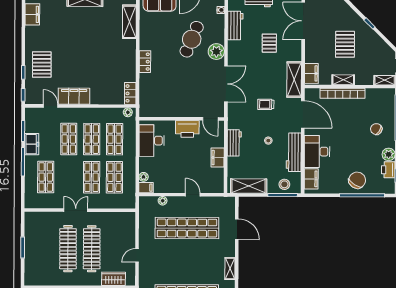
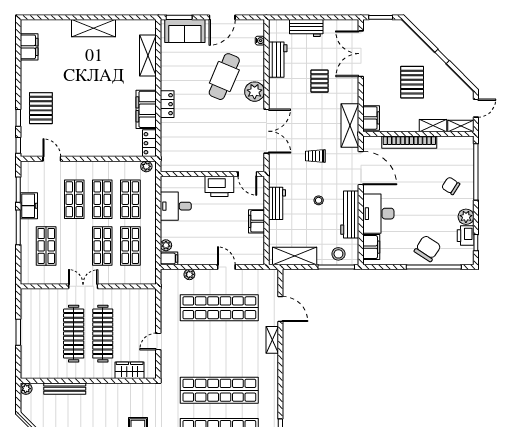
shelving: (343, 80) -> (433, 126), moved
filing cabinet: (74, 96) -> (146, 109), moved, turned -90
desk: (152, 141) -> (176, 206), width x0.73
shelving: (230, 269) -> (272, 340), moved

